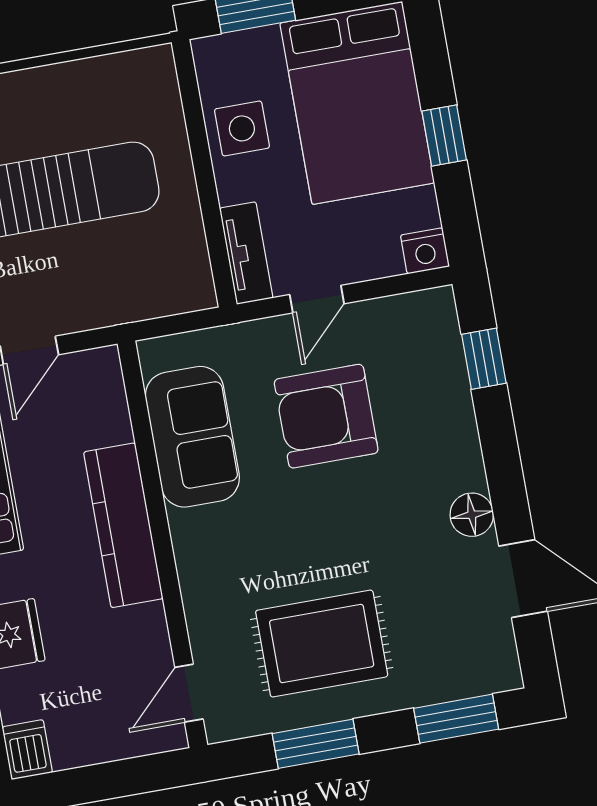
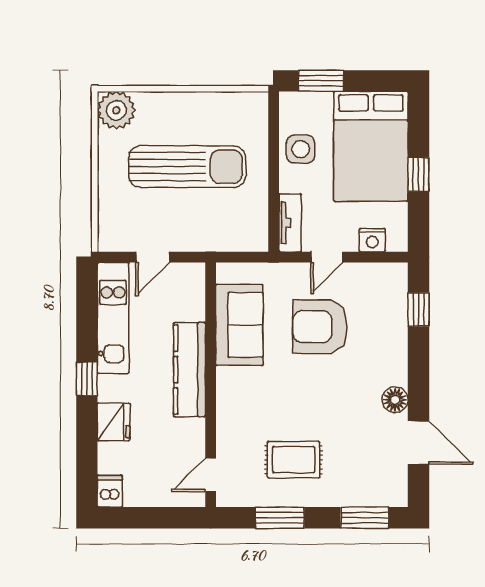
nightstand: (425, 251) -> (372, 240), moved
rug: (322, 644) -> (294, 460), width x0.73, depth x0.70

